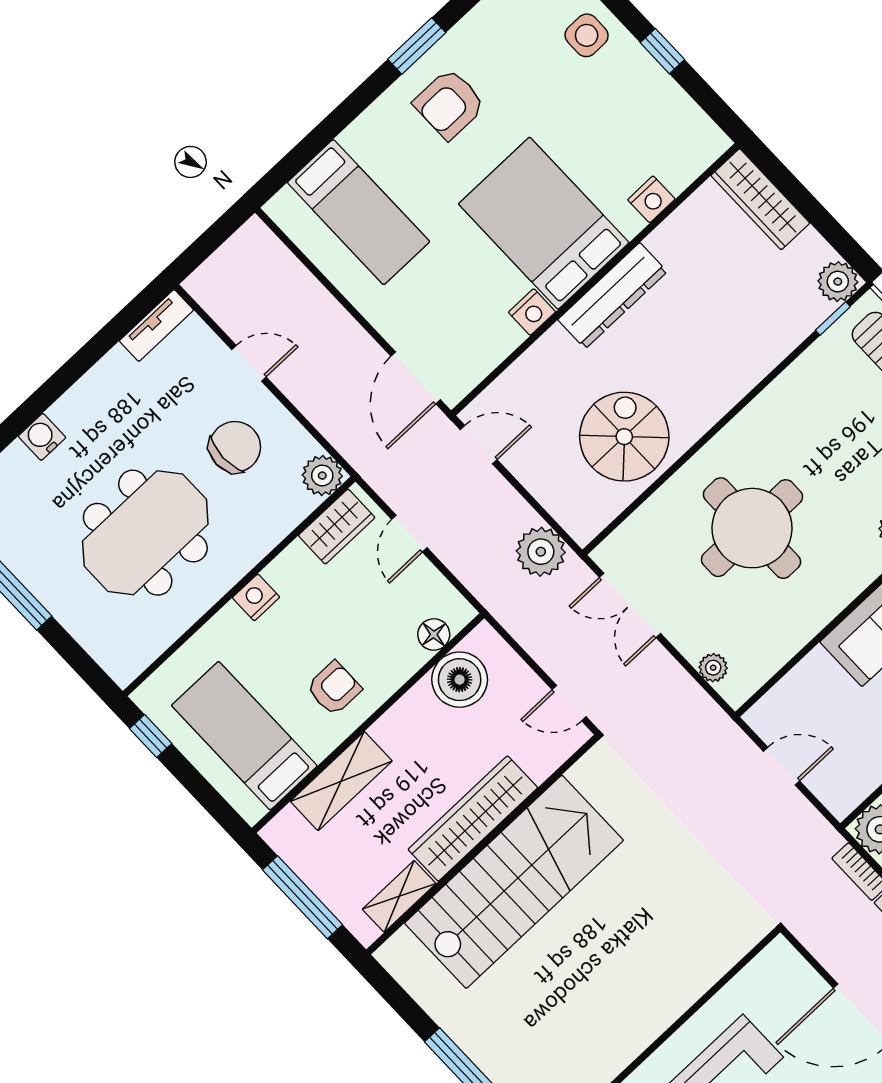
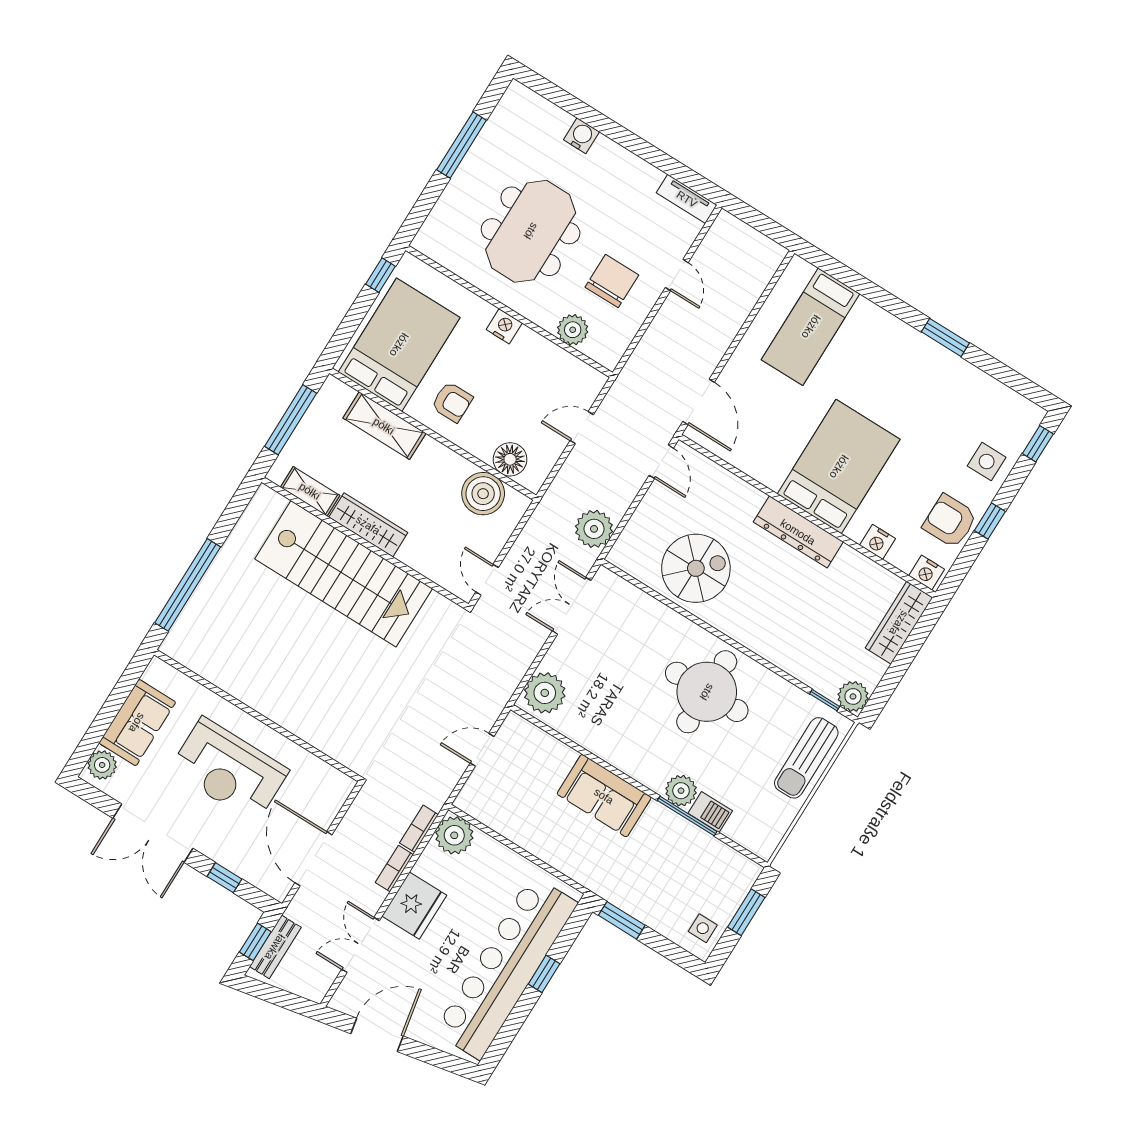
armchair: (449, 104) -> (950, 521), moved
nightstand: (532, 312) -> (927, 573), moved
door: (416, 378) -> (699, 402), swing flipped
chair: (235, 447) -> (612, 281), turned -90
plant: (322, 476) -> (573, 330), moved
wardrobe: (337, 526) -> (573, 372), removed
round table: (752, 528) -> (707, 692), moved
meeting table: (145, 533) -> (531, 231), turned 90
floor lamp: (434, 635) -> (510, 459), width x1.38, depth x1.38
plant: (713, 668) -> (545, 693), width x1.87, depth x1.87
bed: (244, 736) -> (399, 345), width x1.50
door: (781, 766) -> (482, 750), swing flipped
wardrobe: (473, 819) -> (368, 525), width x0.71, depth x0.85

